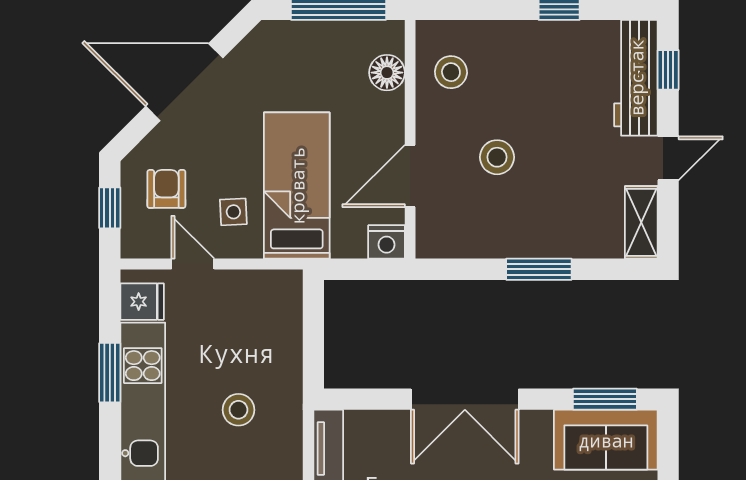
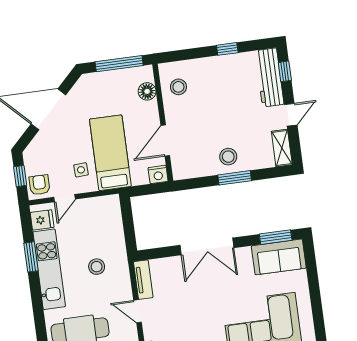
stool: (497, 157) -> (228, 157), moved
armchair: (166, 189) -> (39, 185), moved
door: (193, 264) -> (65, 198), swing flipped

